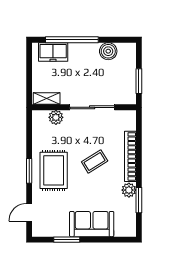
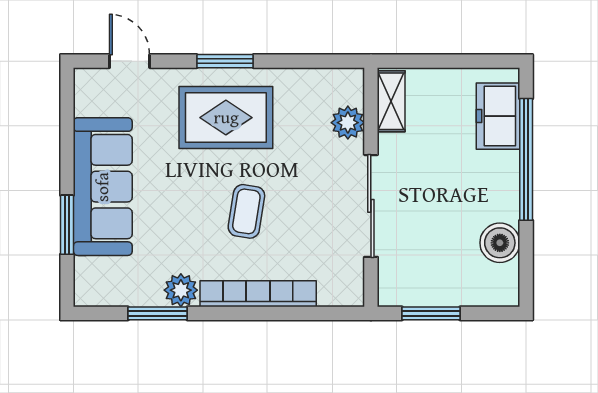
coffee table: (95, 161) -> (246, 211), turned 41
sofa: (92, 224) -> (103, 187), width x1.36
window: (67, 240) -> (67, 225), moved

